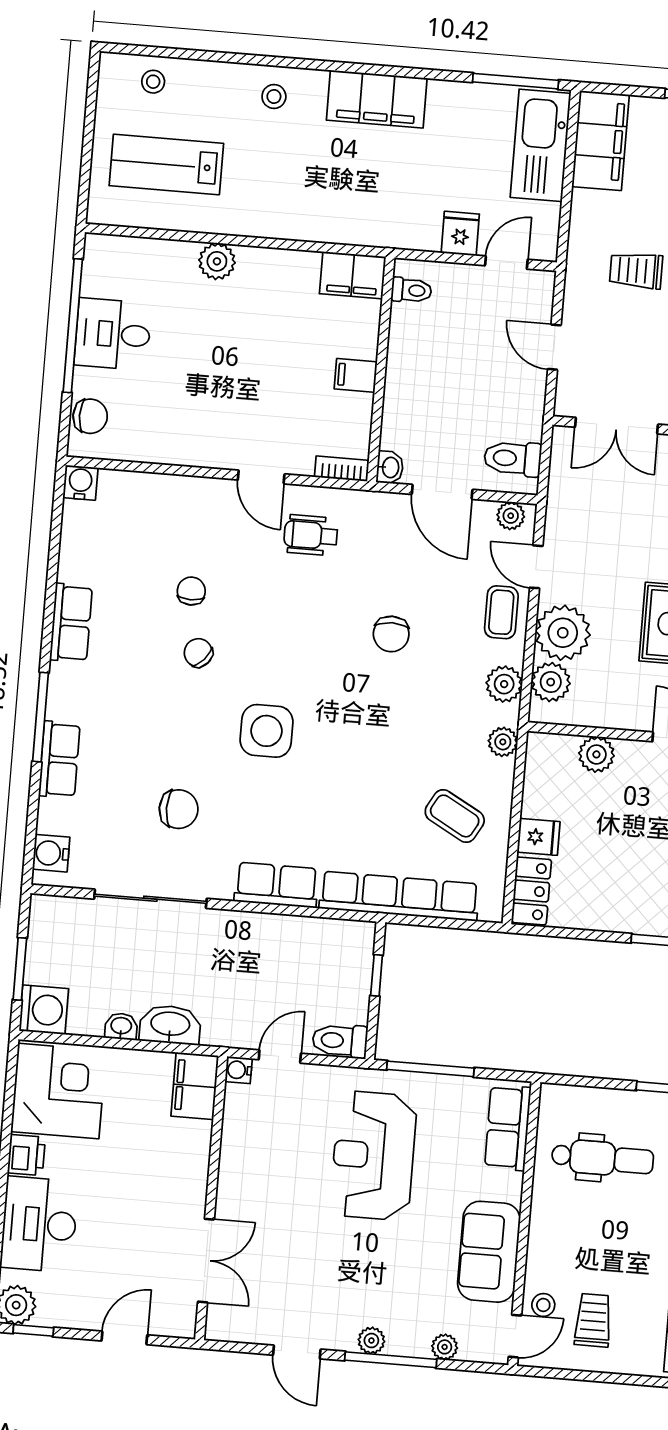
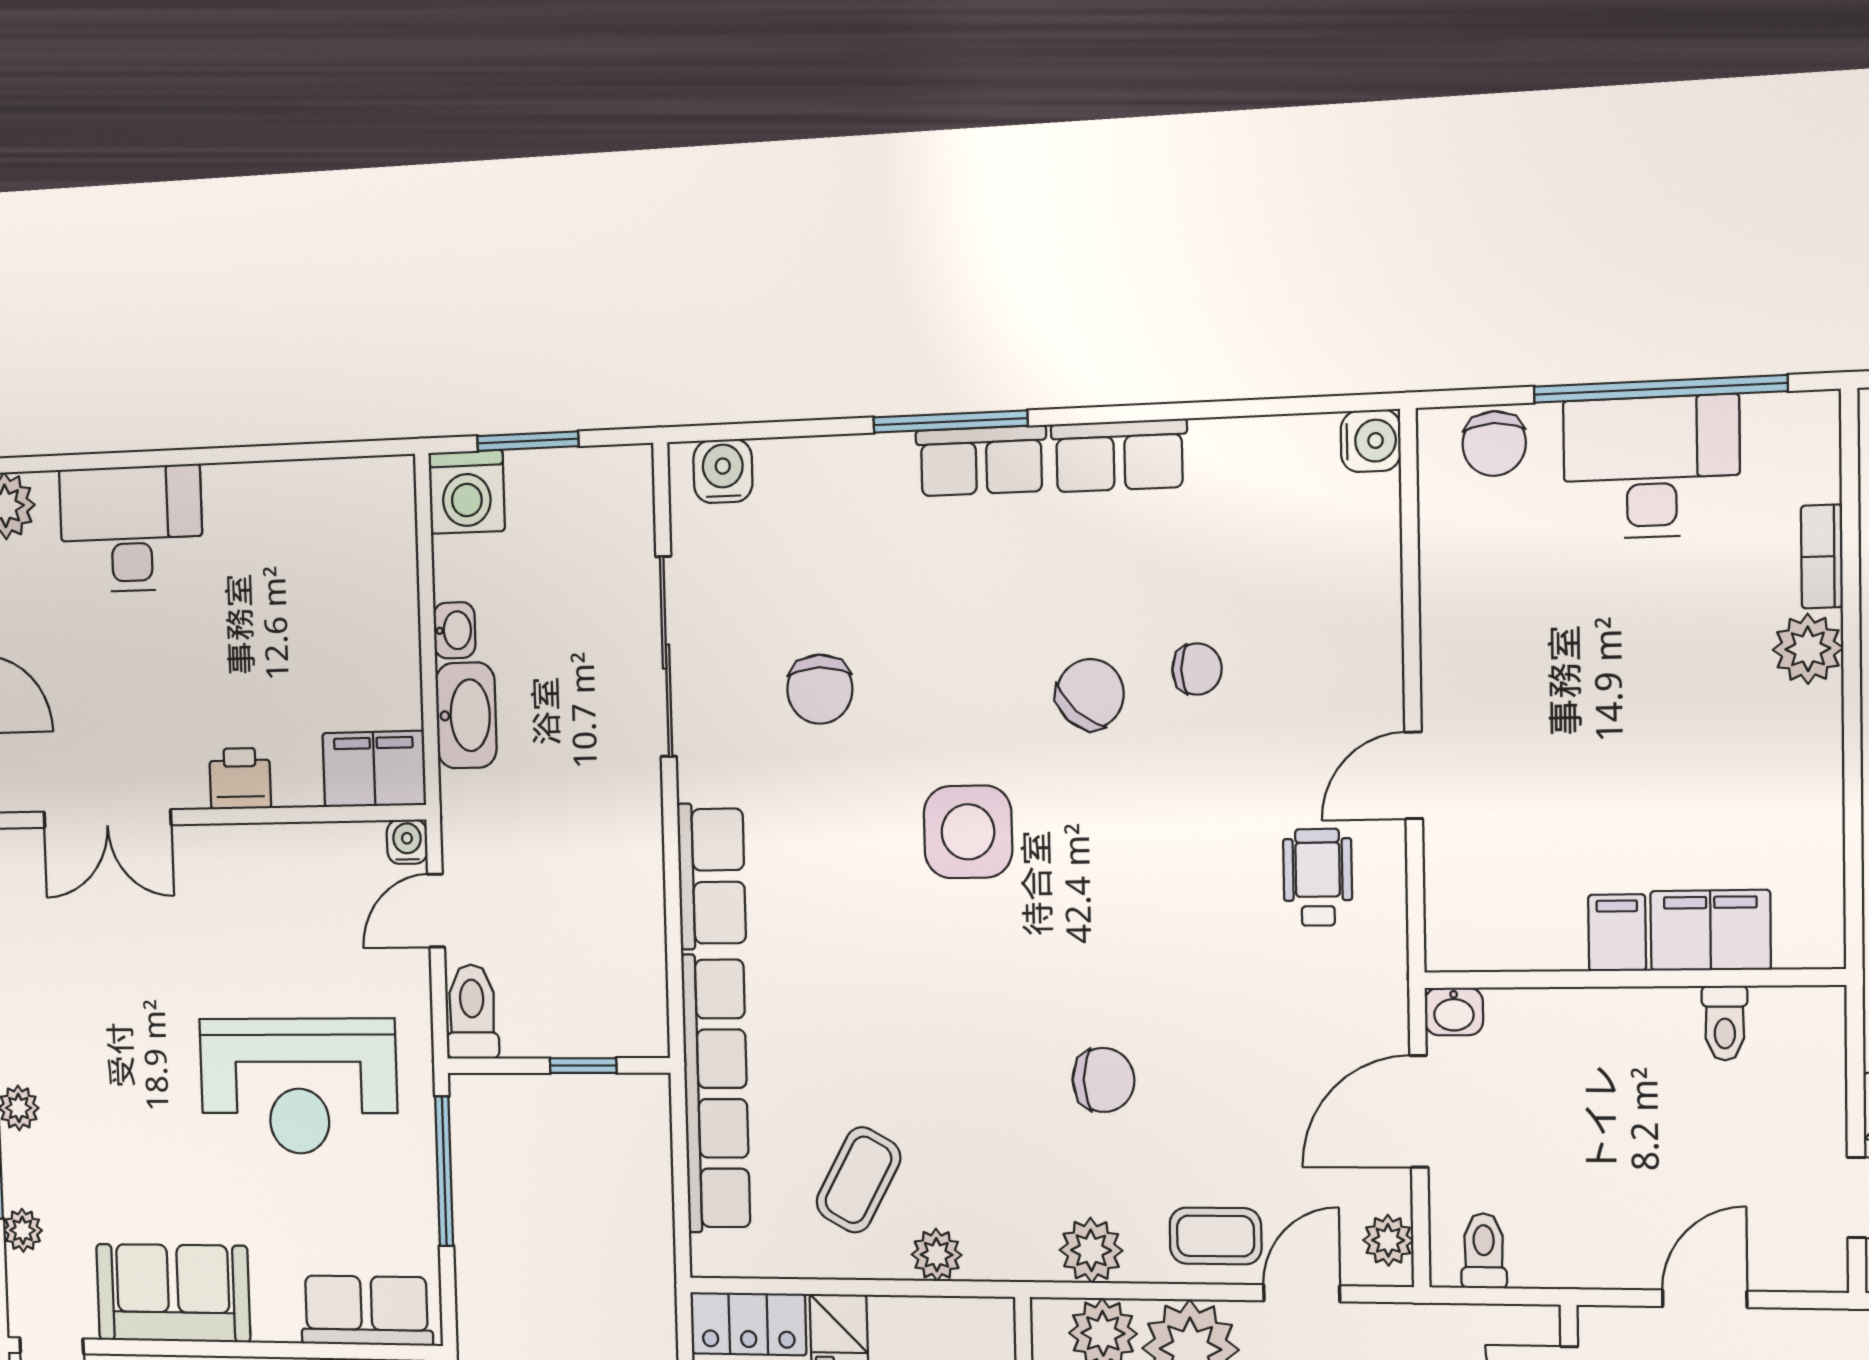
filing cabinet: (353, 275) -> (1711, 930), moved, turned 90
toilet: (411, 290) -> (1725, 1023), moved
desk: (113, 334) -> (1651, 467), width x1.37
toilet: (513, 458) -> (1484, 1251), width x0.73, depth x0.72
bookcase: (342, 469) -> (1822, 556), moved, turned 180
chair: (391, 634) -> (1103, 1080), moved, turned 180
chair: (198, 653) -> (1090, 694), width x1.37, depth x1.37
plant: (503, 742) -> (937, 1255), moved
row of seats: (59, 760) -> (981, 461), moved
door: (280, 1056) -> (436, 911), swing flipped
corner desk: (58, 1091) -> (341, 534), removed
printer: (26, 1155) -> (240, 778), moved, turned 180
reception desk: (374, 1156) -> (299, 1086), turned 180

